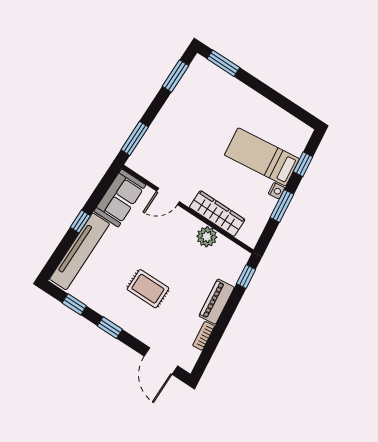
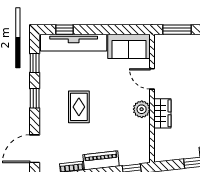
wardrobe: (217, 213) -> (162, 113), width x0.67
window: (80, 221) -> (64, 30), moved
plant: (207, 237) -> (142, 109), moved

